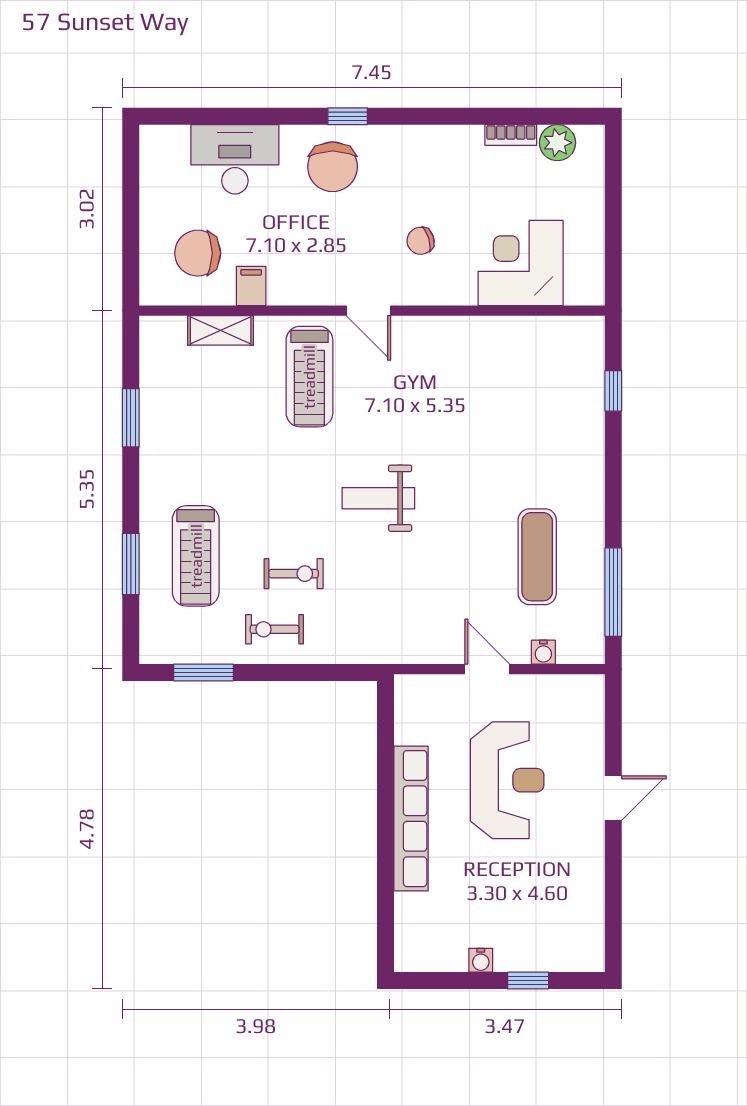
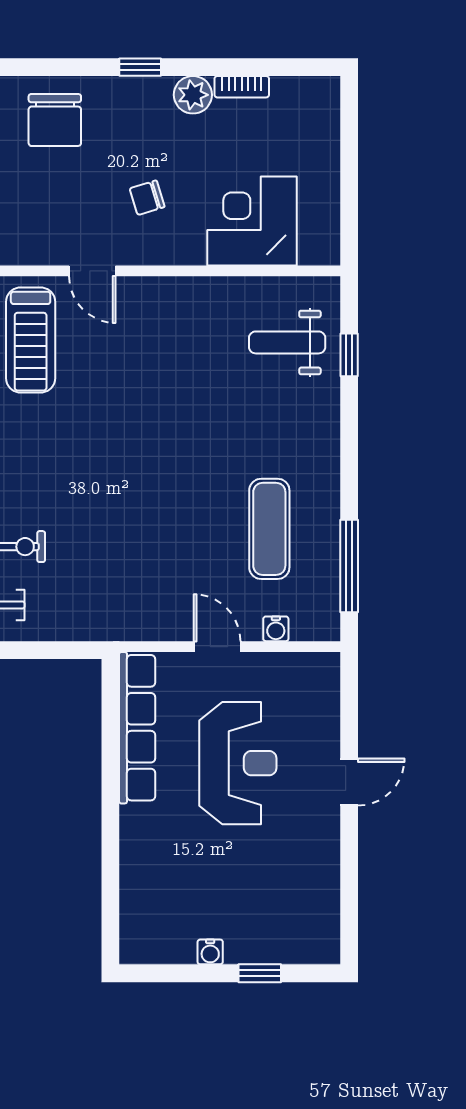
window: (348, 116) -> (140, 67), moved
plant: (557, 143) -> (193, 95), moved
weight bench: (378, 498) -> (287, 342), moved
row of seats: (411, 819) -> (137, 728), moved

